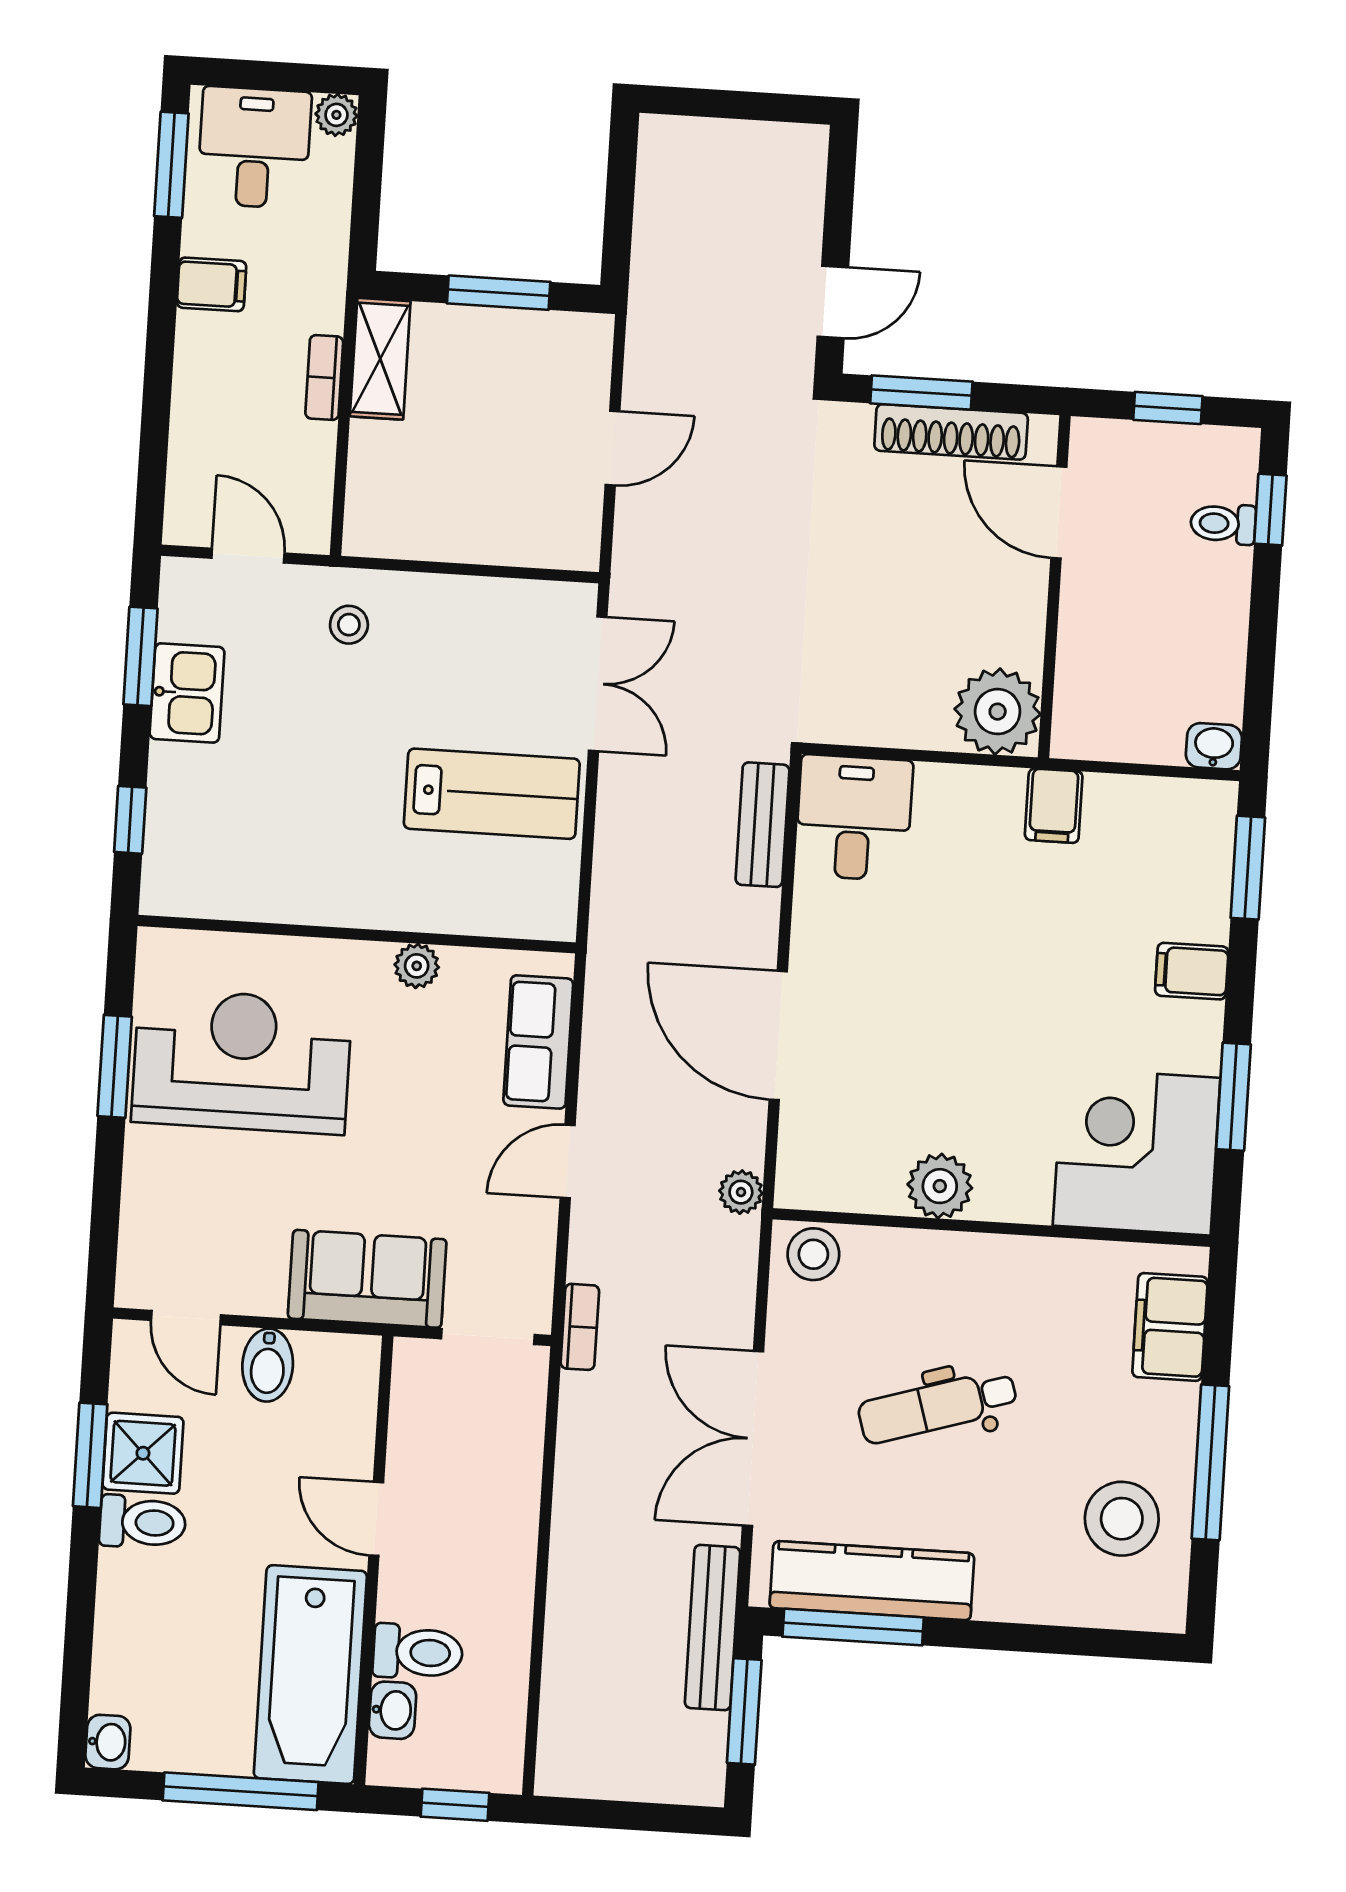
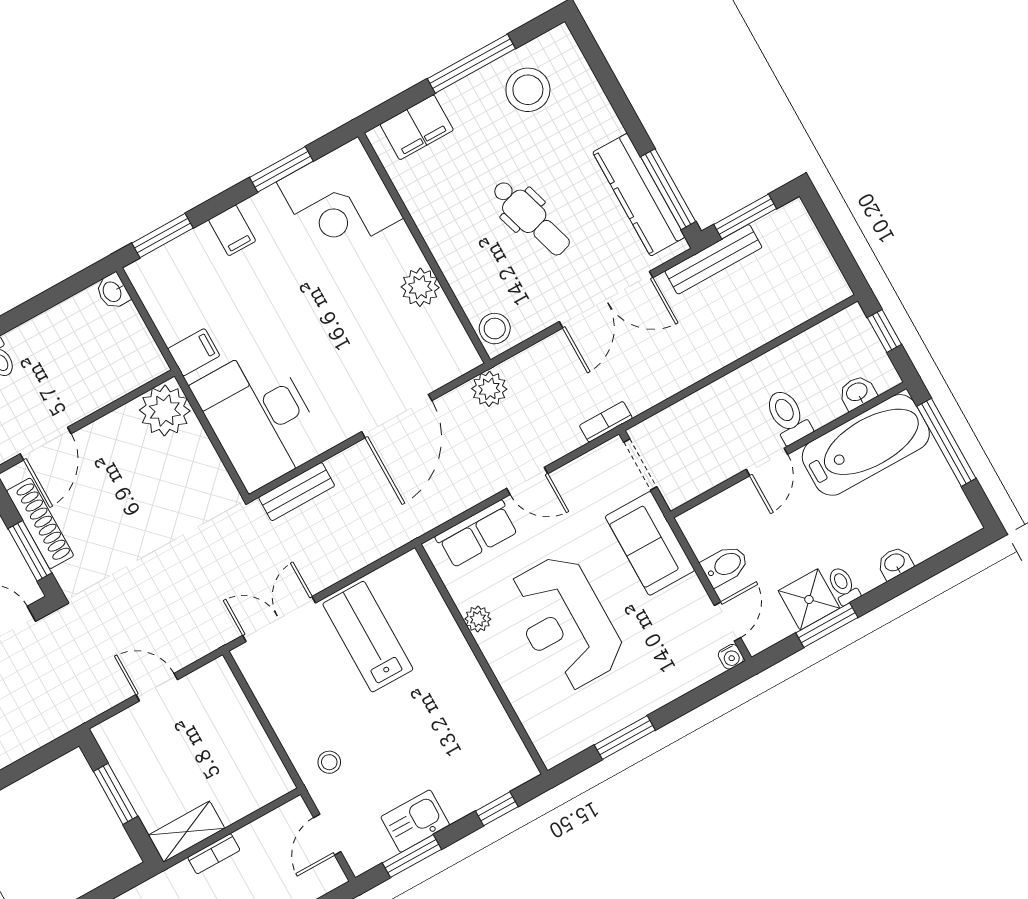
desk: (854, 818) -> (259, 418), width x1.87, depth x1.30
reception desk: (242, 1061) -> (565, 623), moved
plant: (741, 1192) -> (489, 389), width x1.38, depth x1.38
water cooler: (133, 1290) -> (731, 657), added
toilet: (143, 1522) -> (843, 586), width x0.73, depth x0.72
toilet: (418, 1652) -> (788, 416), moved
washbasin: (108, 1742) -> (895, 563), moved

